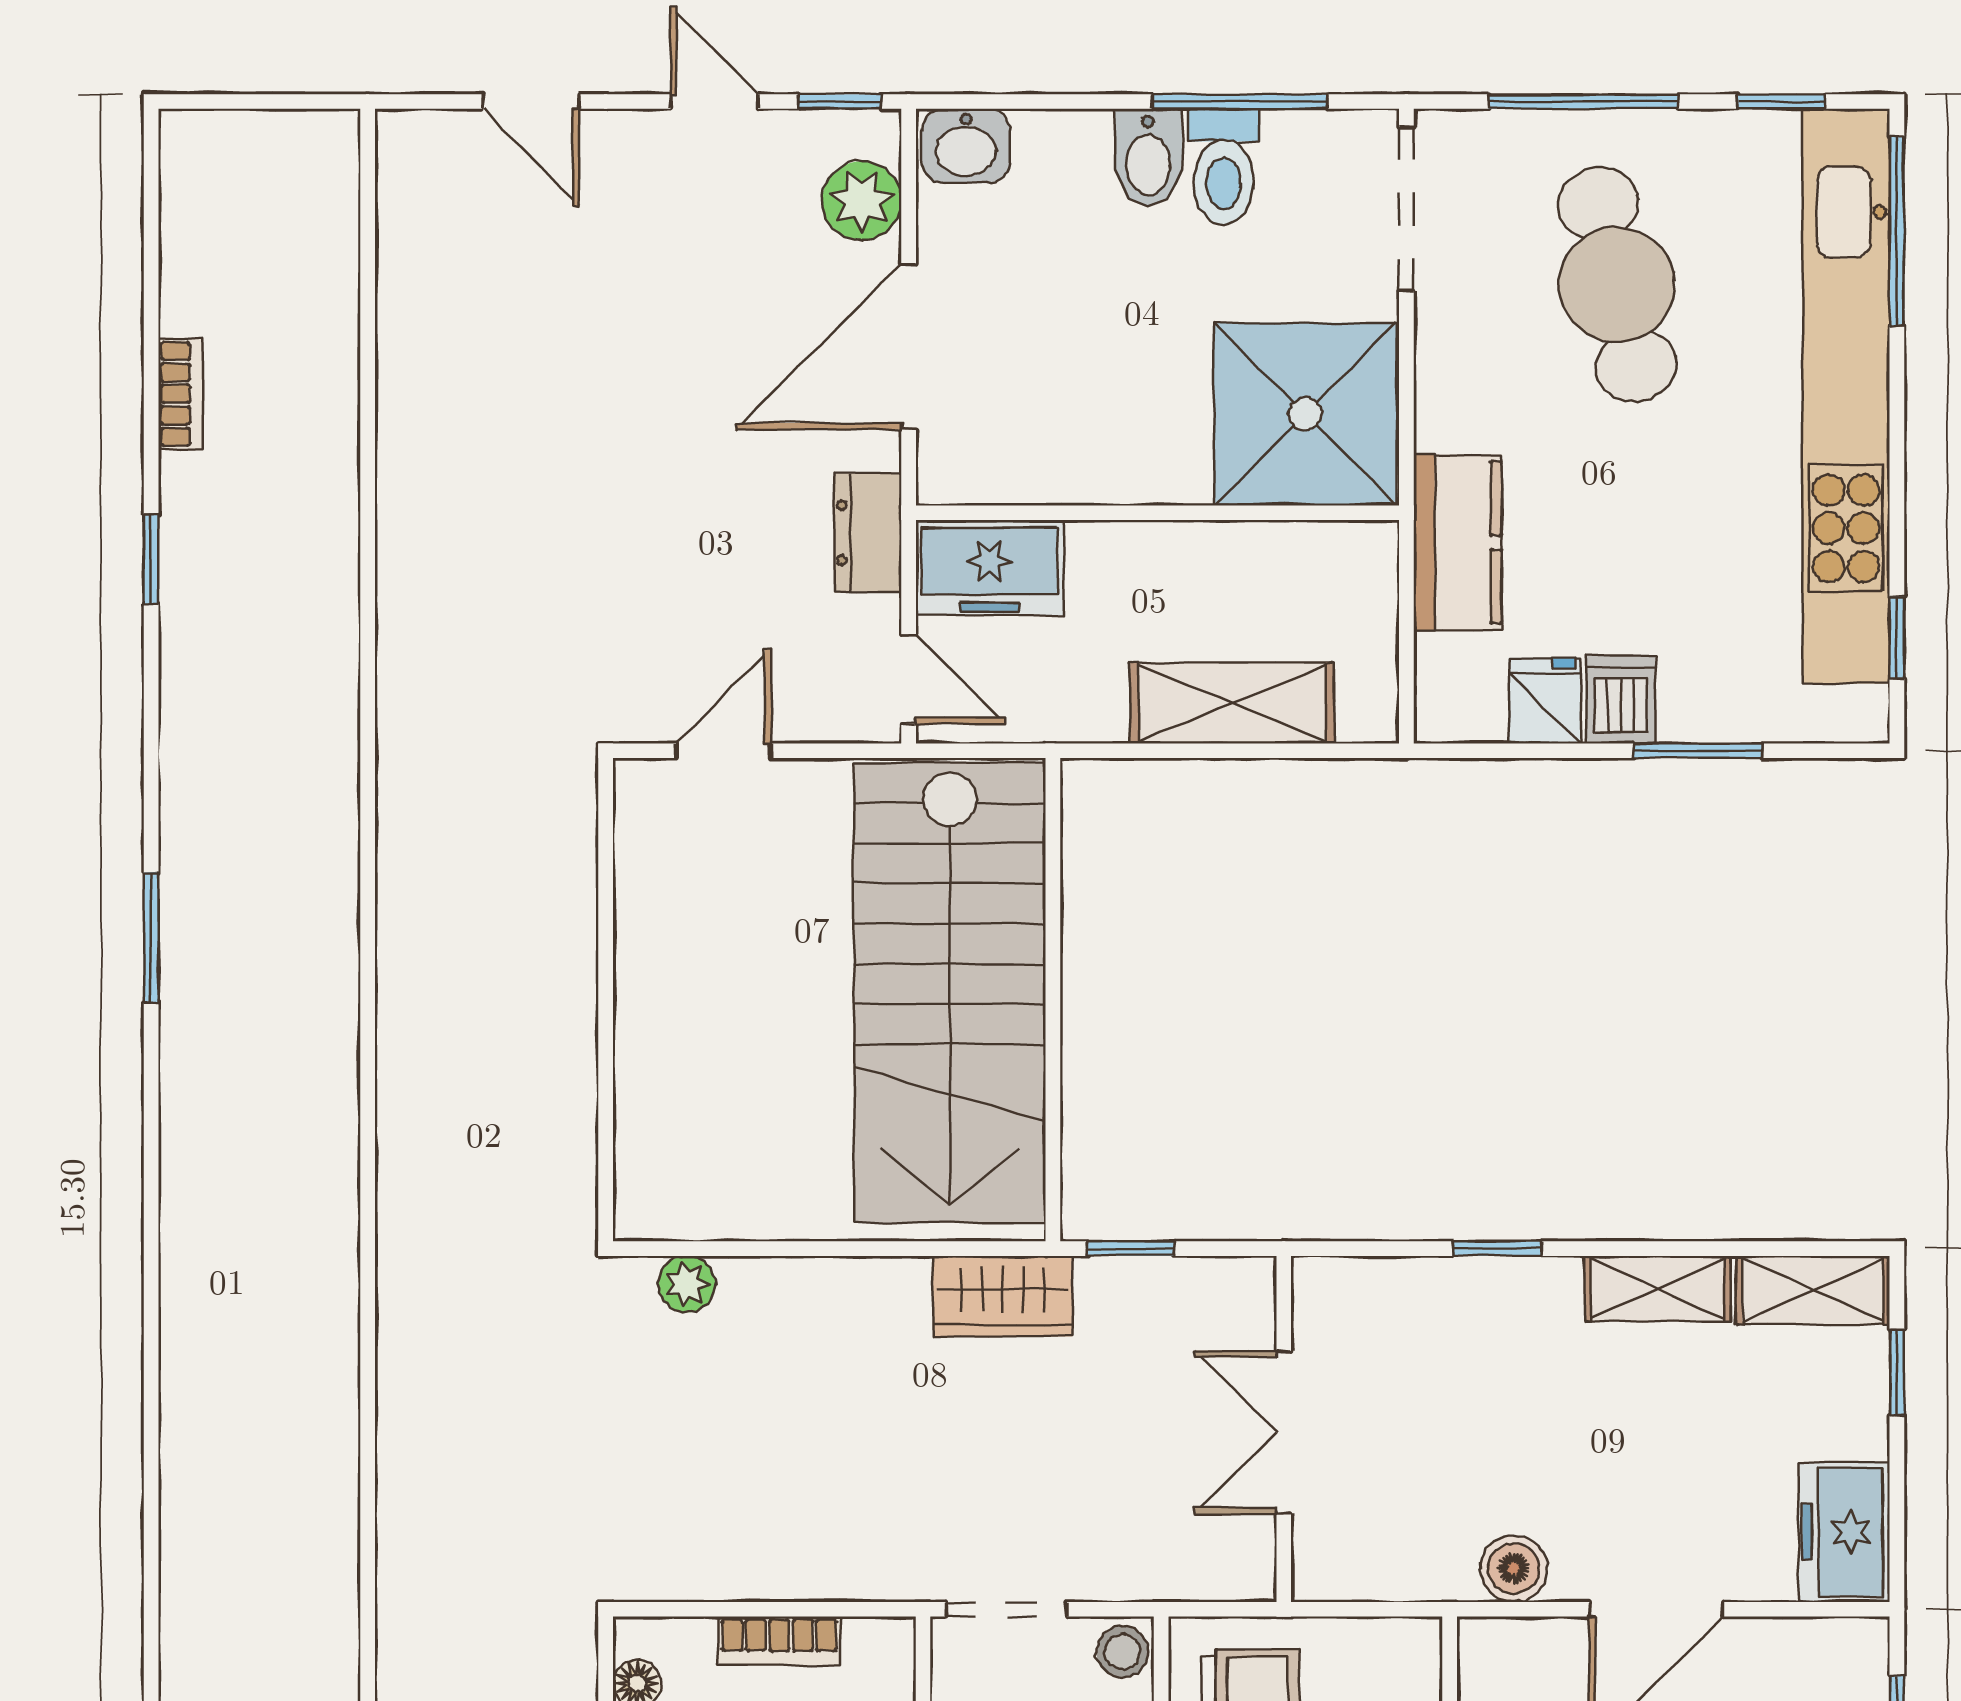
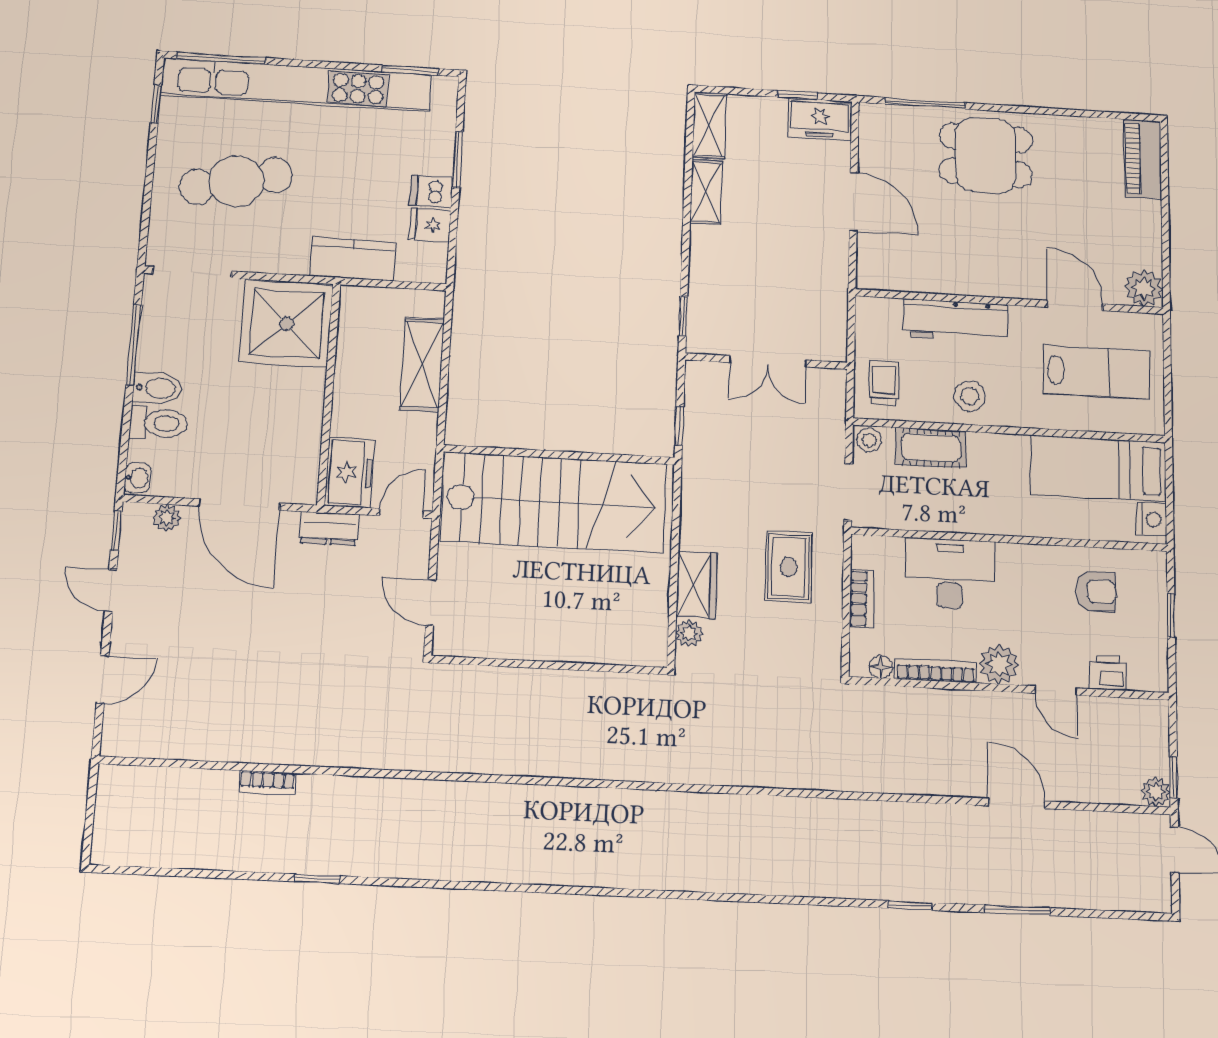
door: (714, 102) -> (111, 590), hinge flipped
window: (1583, 102) -> (148, 191), removed
washbasin: (966, 146) -> (137, 478), width x0.72, depth x0.69
toilet: (1223, 167) -> (158, 423), moved
plant: (862, 201) -> (167, 518), width x0.73, depth x0.73
bookcase: (181, 394) -> (267, 783), moved, turned 180
window: (1897, 638) -> (410, 70), width x1.50
window: (151, 938) -> (507, 887), removed
window: (1497, 1249) -> (683, 316), moved
wardrobe: (1003, 1296) -> (696, 585), moved
window: (1897, 1372) -> (798, 95), moved
rug: (839, 1487) -> (789, 567), added
boiler: (1514, 1568) -> (834, 263), removed

